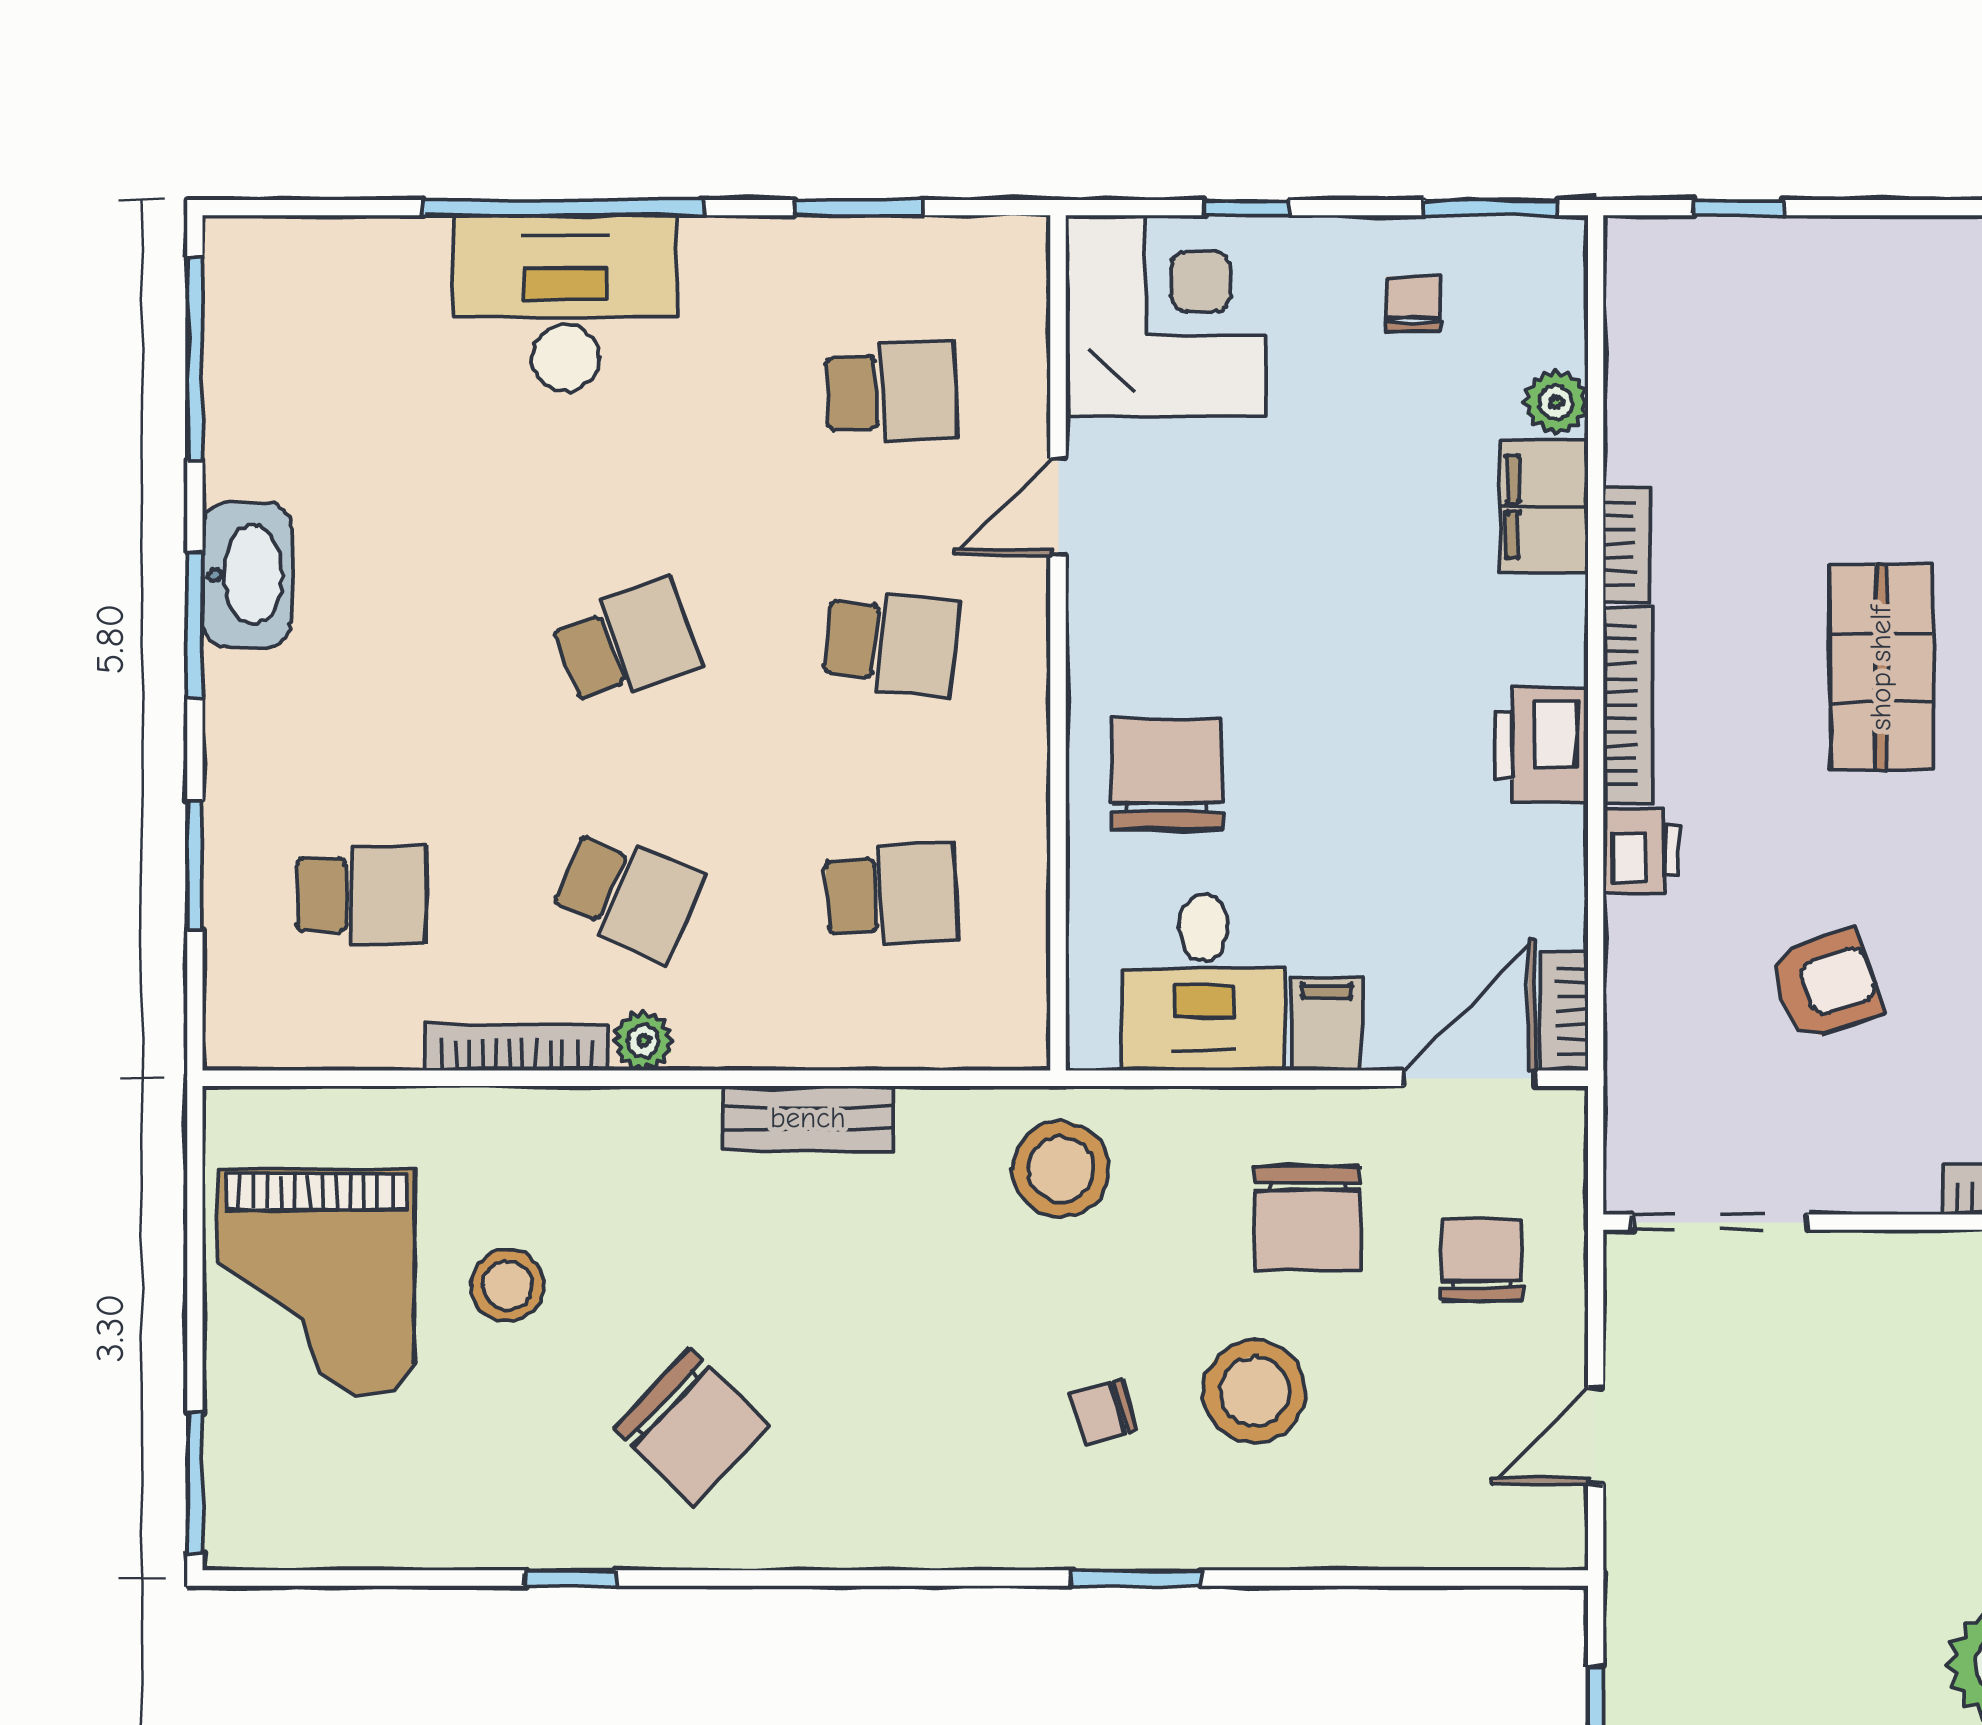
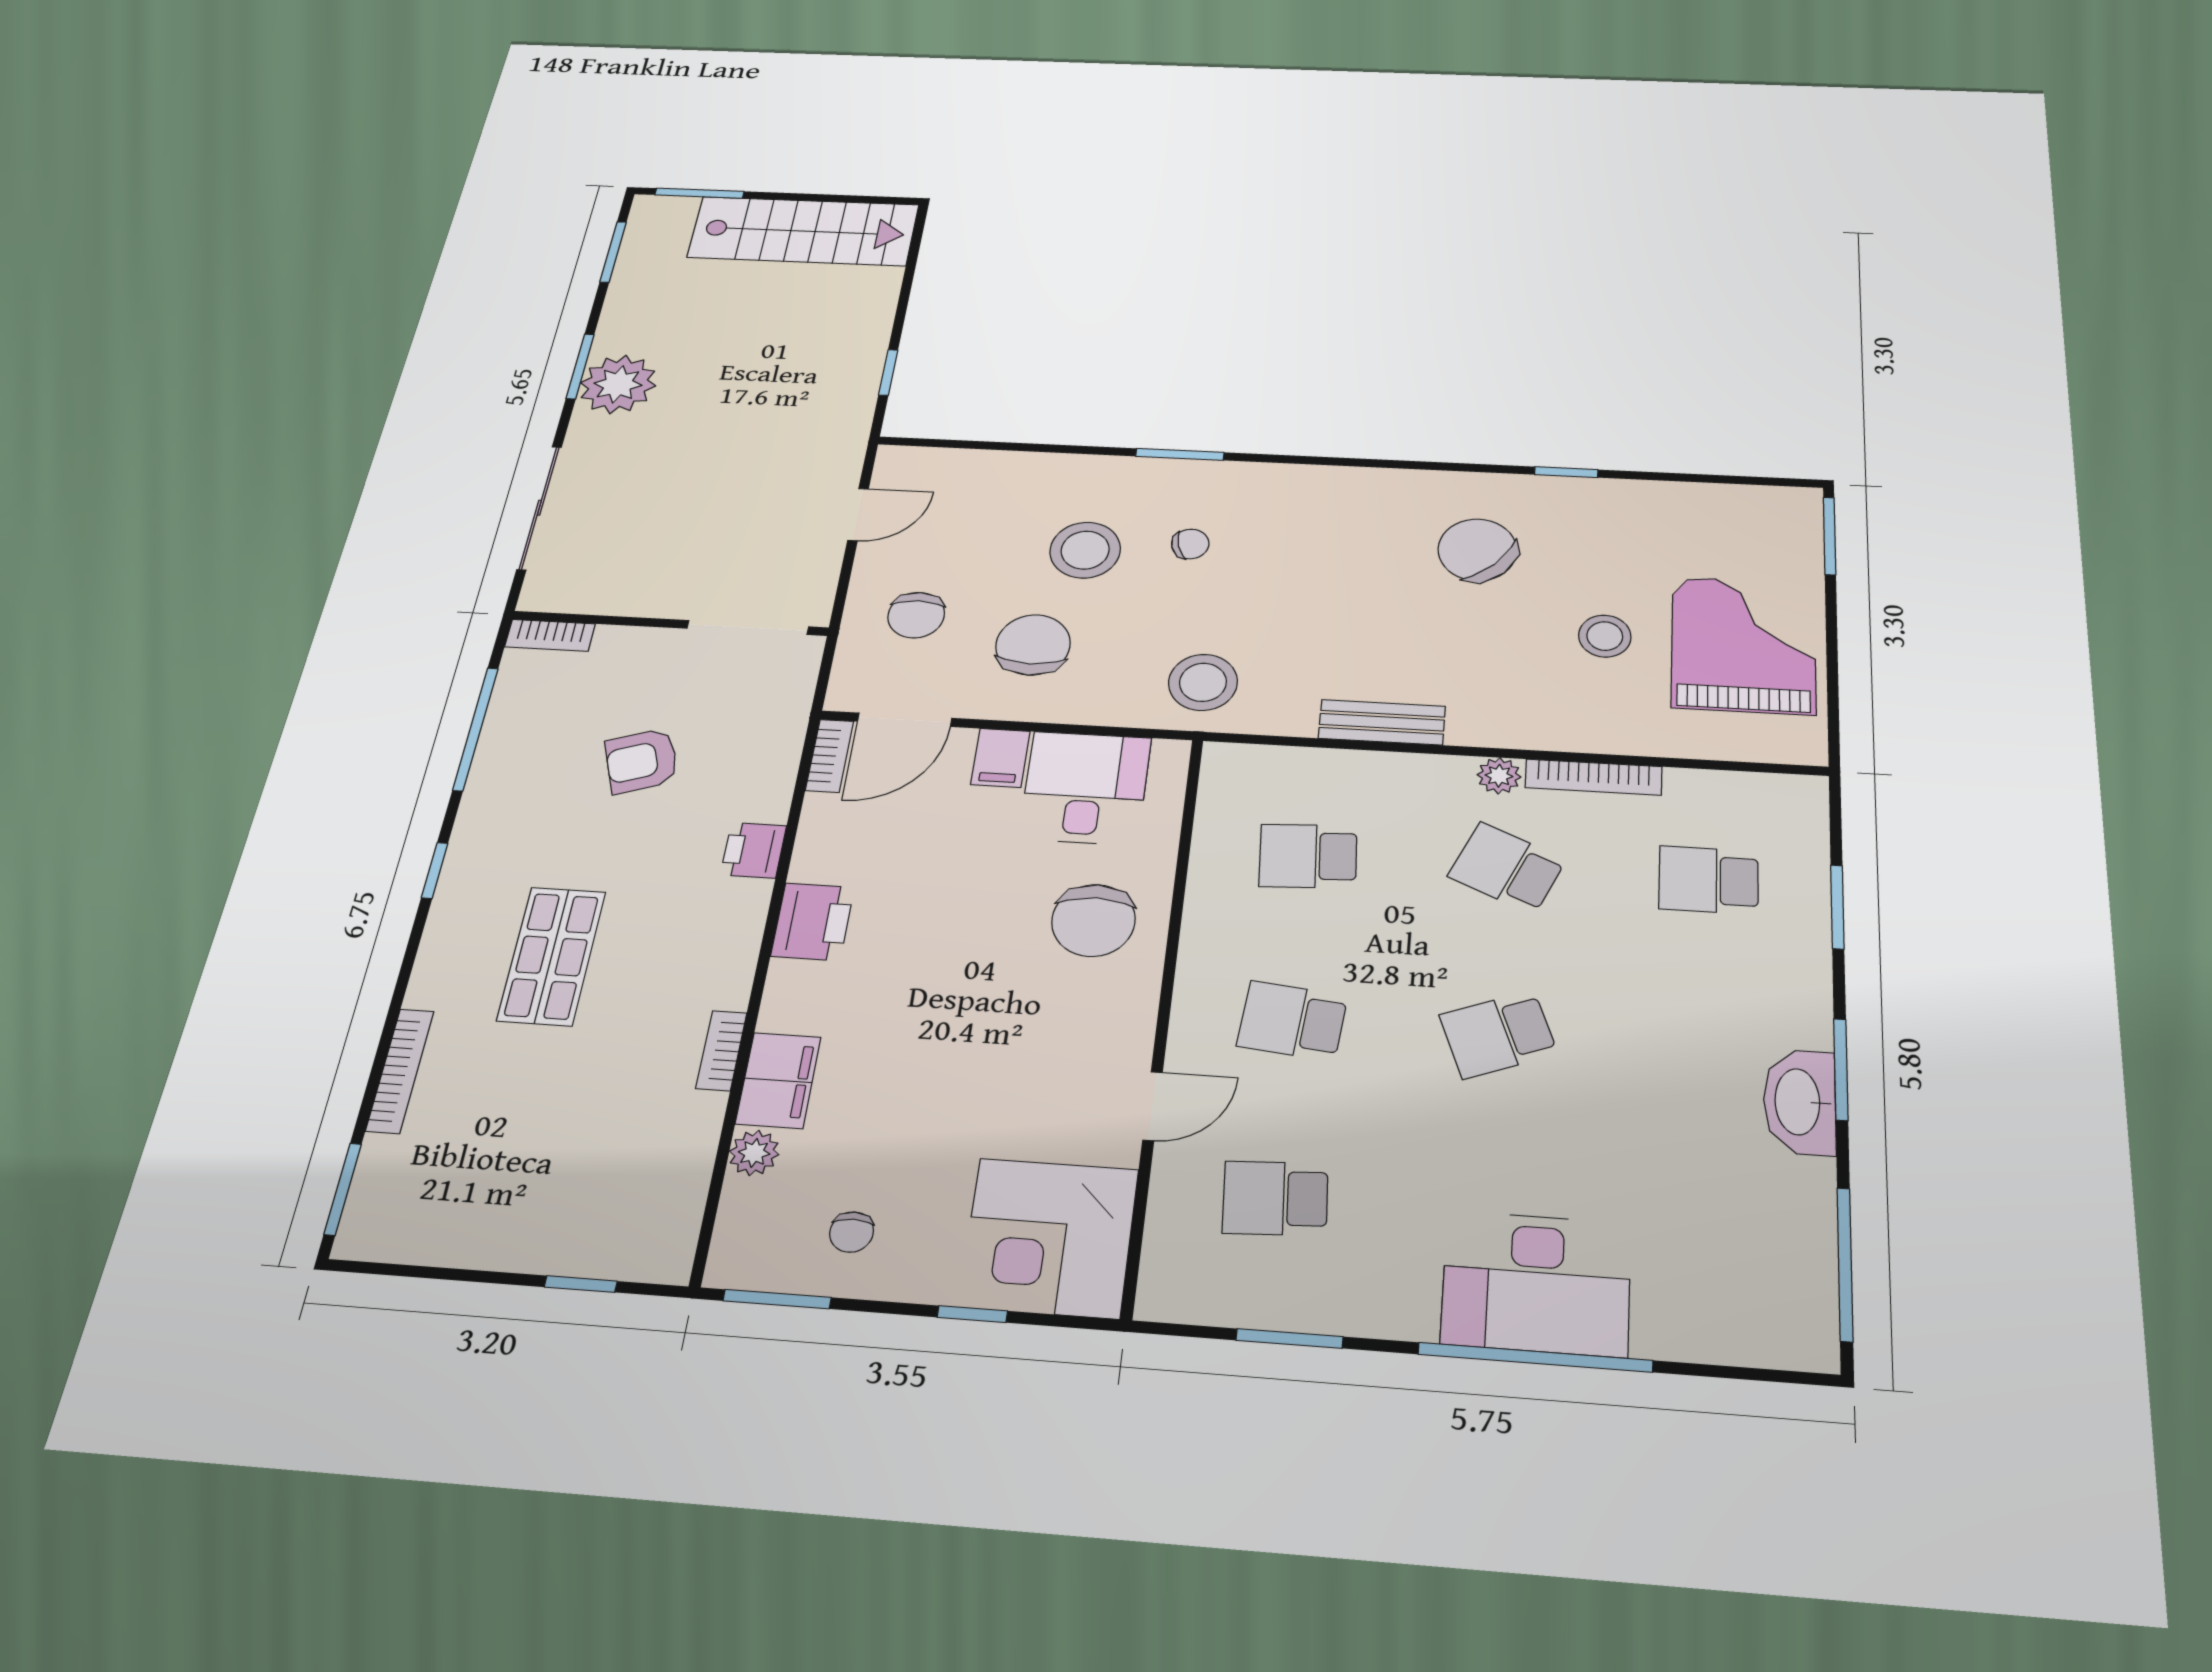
bookcase: (1628, 705) -> (743, 944), removed

